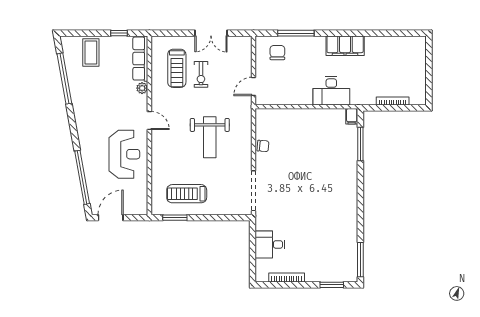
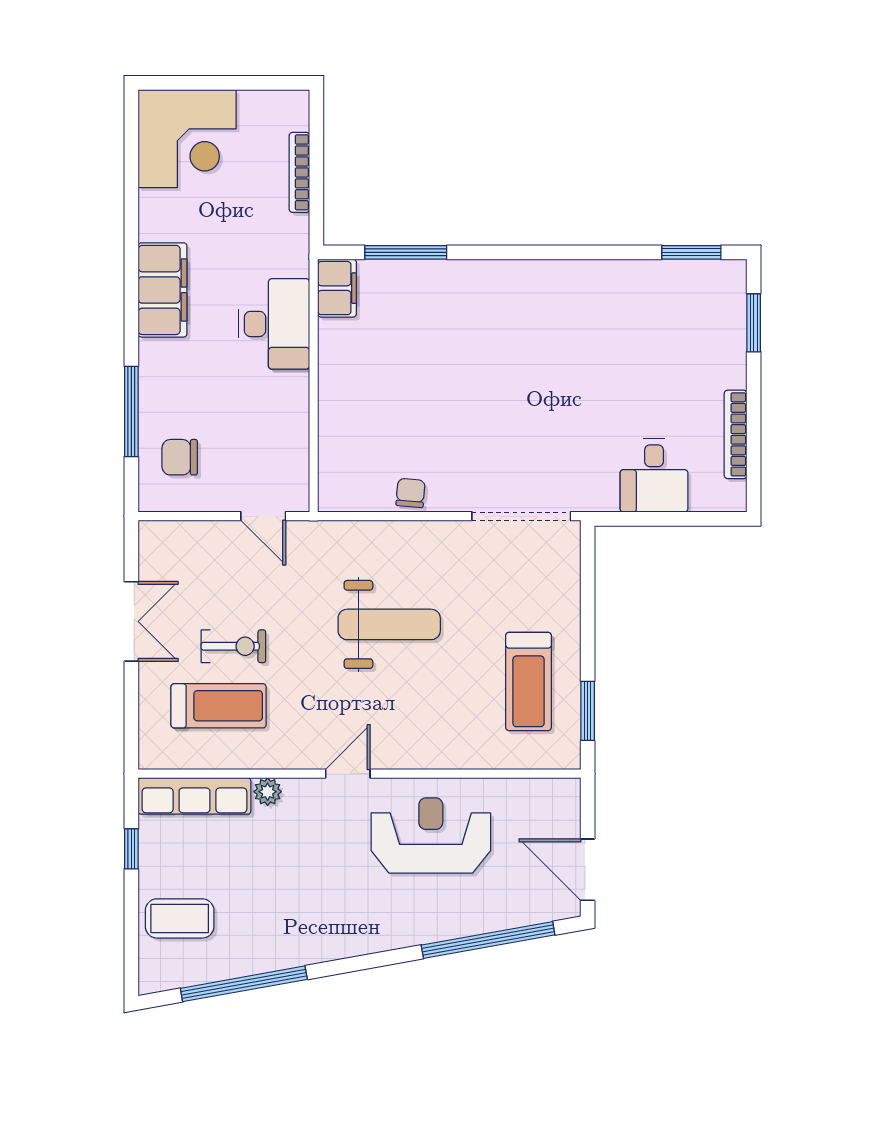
corner desk: (406, 56) -> (187, 139), added
filing cabinet: (352, 116) -> (337, 288), width x2.00
window: (360, 260) -> (691, 252), width x0.69

